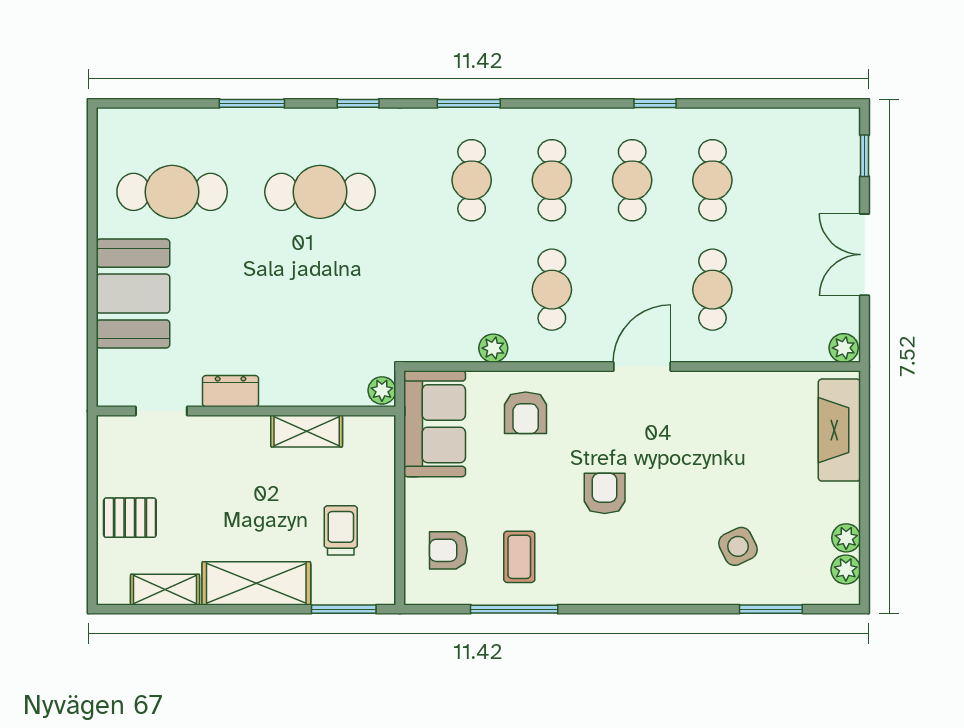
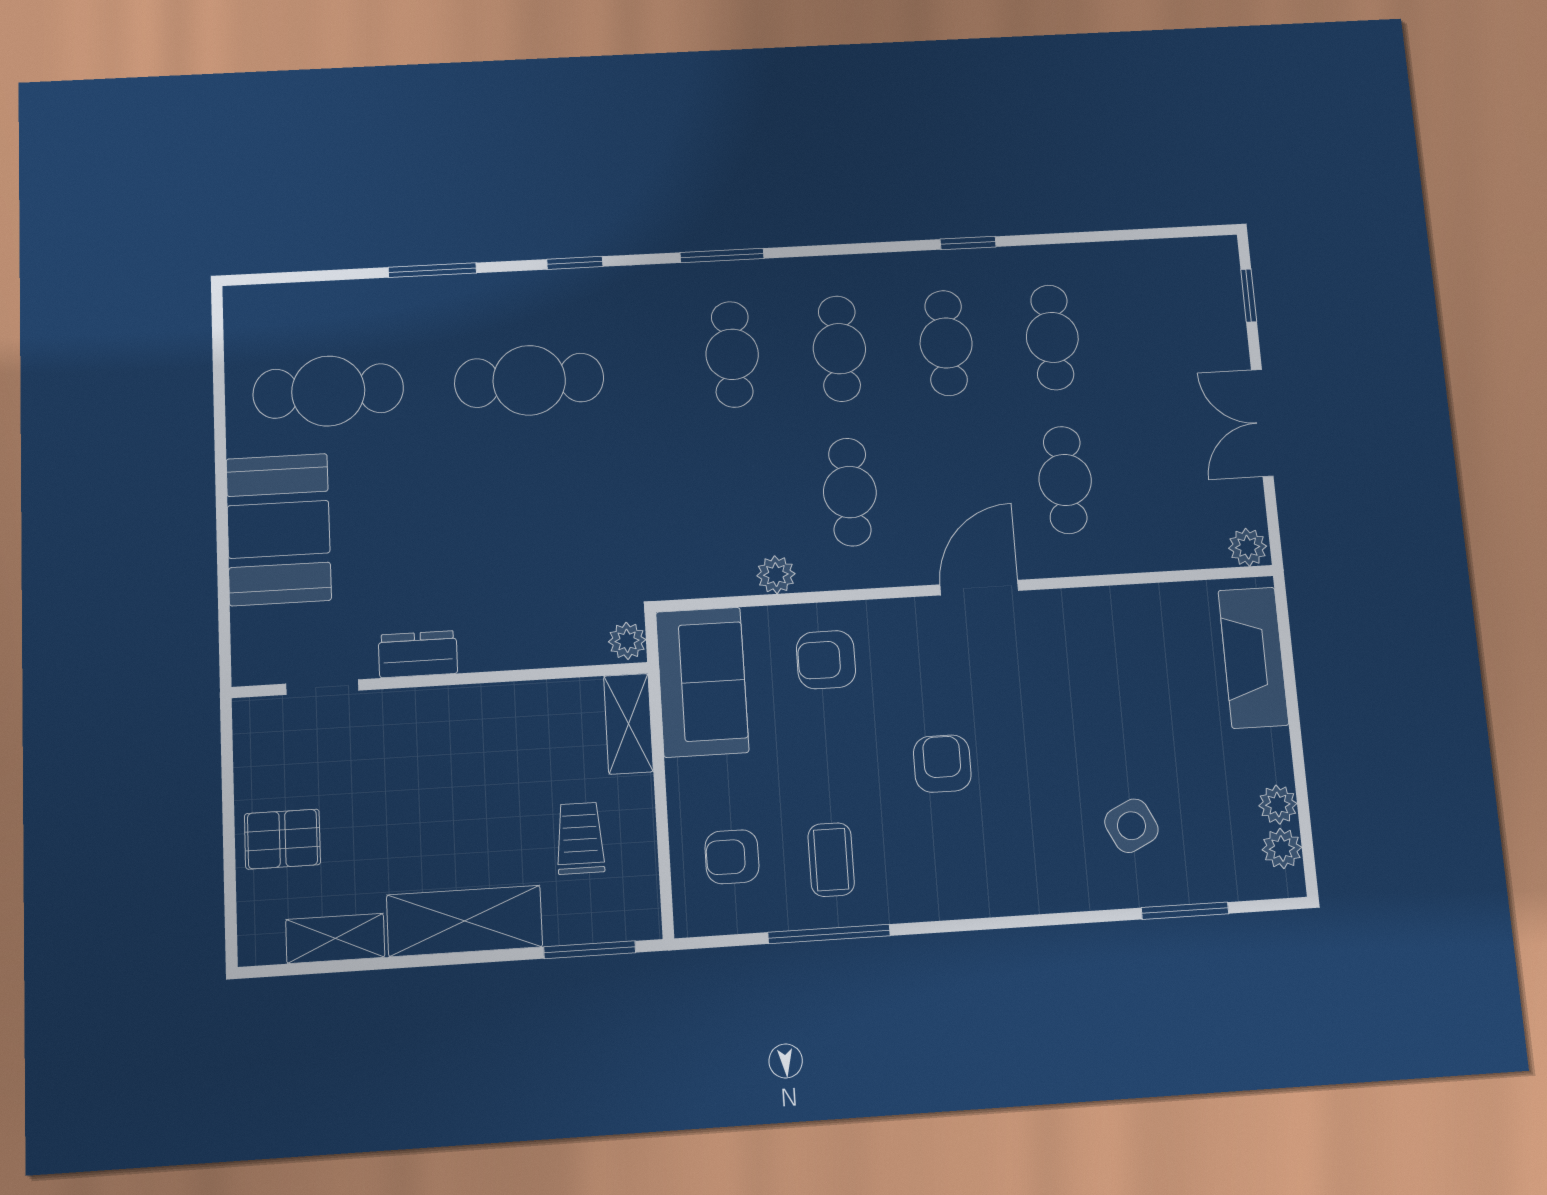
armchair: (526, 413) -> (826, 660), turned 90
shelving: (307, 431) -> (628, 724), moved, turned 90

